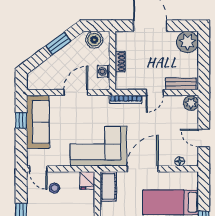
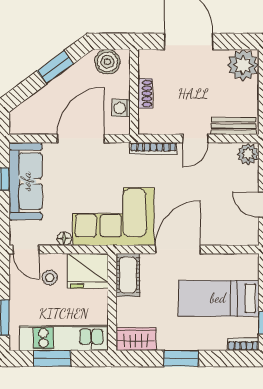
door: (76, 92) -> (81, 139), width x1.36
floor lamp: (180, 161) -> (64, 239), moved
fridge: (87, 180) -> (88, 271), width x1.88, depth x1.34

